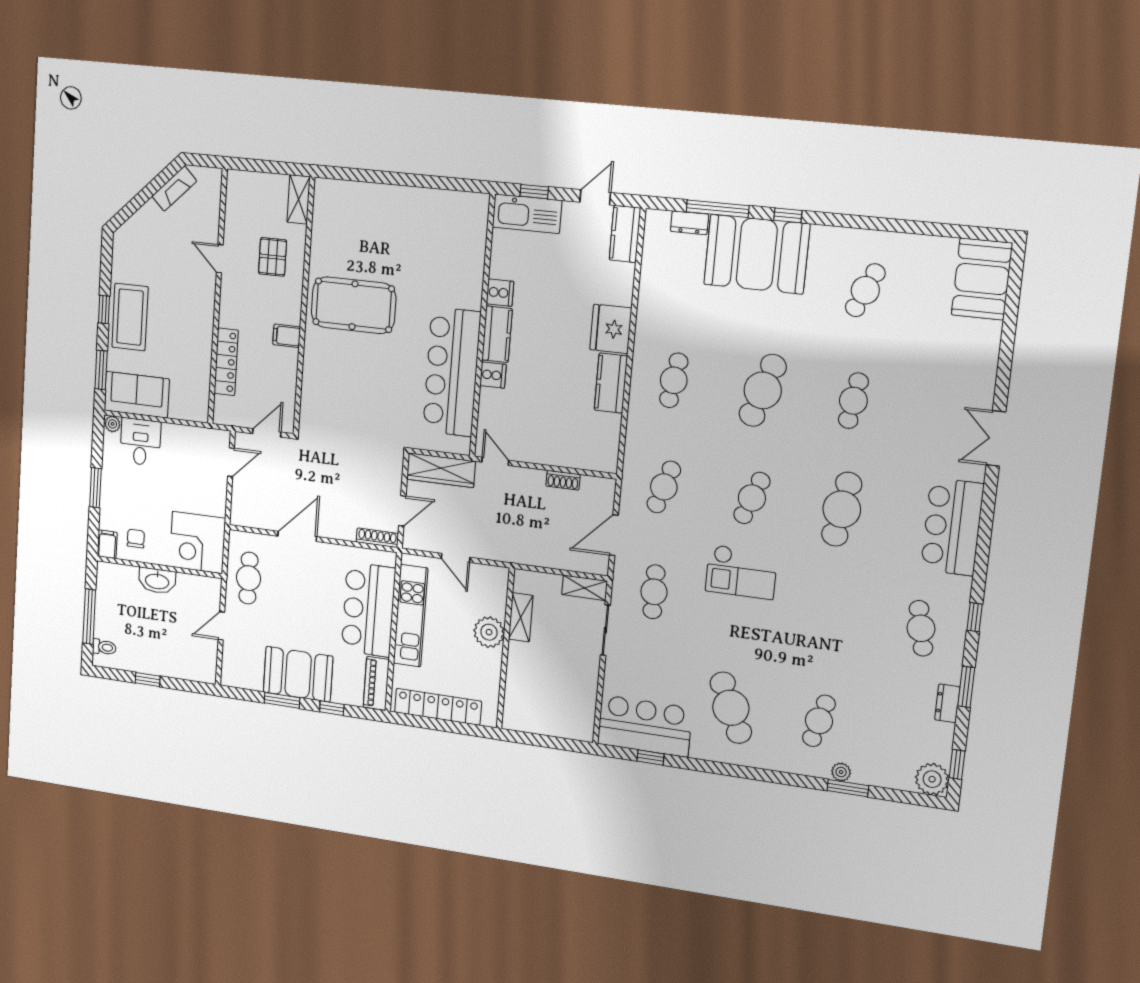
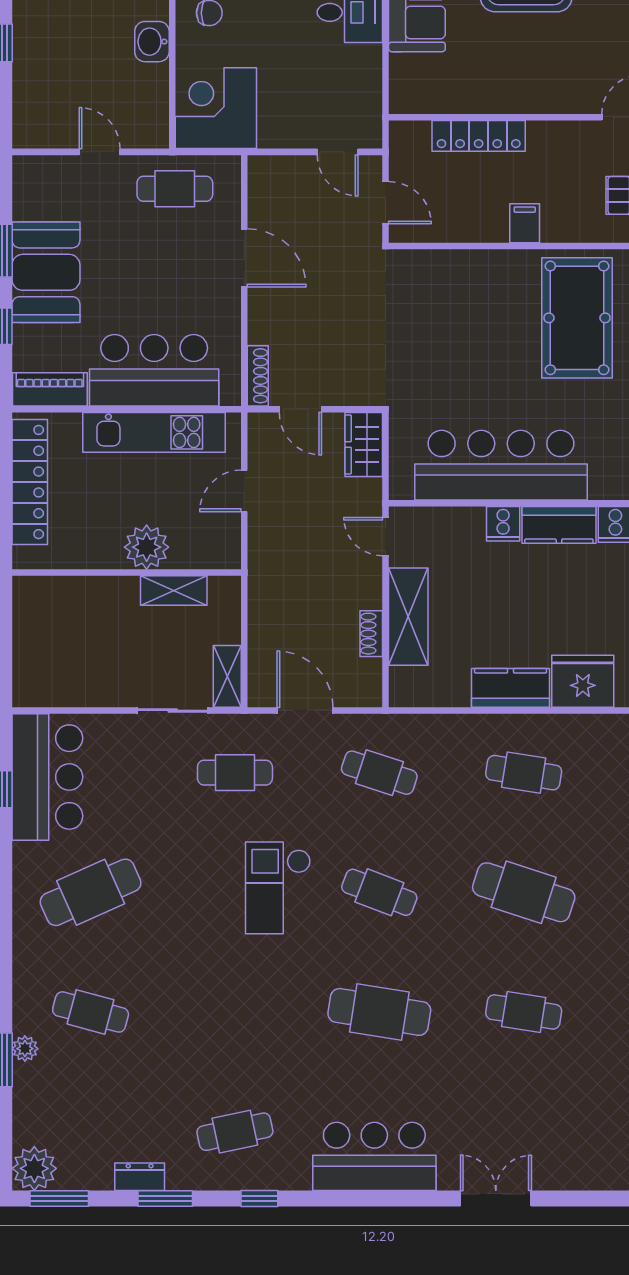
shelving: (553, 452) -> (408, 617), added
door: (495, 461) -> (386, 537), swing flipped
wardrobe: (441, 470) -> (364, 444), width x0.67
washbasin: (157, 581) -> (152, 42), width x0.72
window: (957, 764) -> (59, 1198), width x1.50

